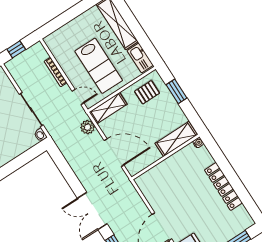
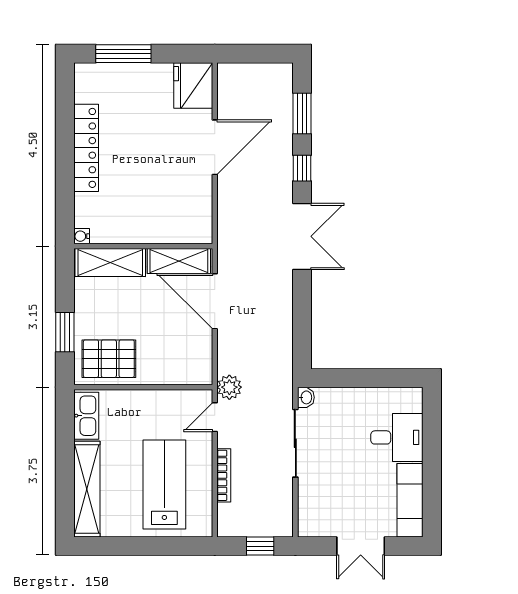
lab bench: (99, 66) -> (164, 484), moved
pallet: (147, 92) -> (109, 359), width x1.50, depth x1.42
door: (78, 97) -> (215, 417), hinge flipped
shelving: (108, 108) -> (179, 261), moved
plant: (88, 127) -> (229, 387), moved

